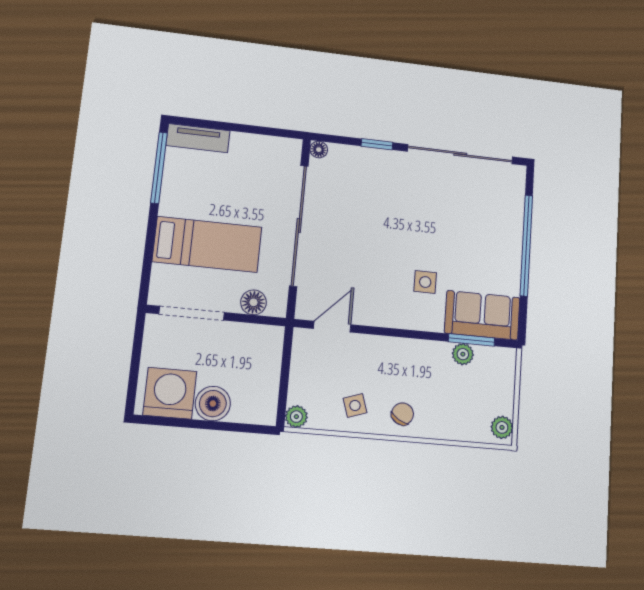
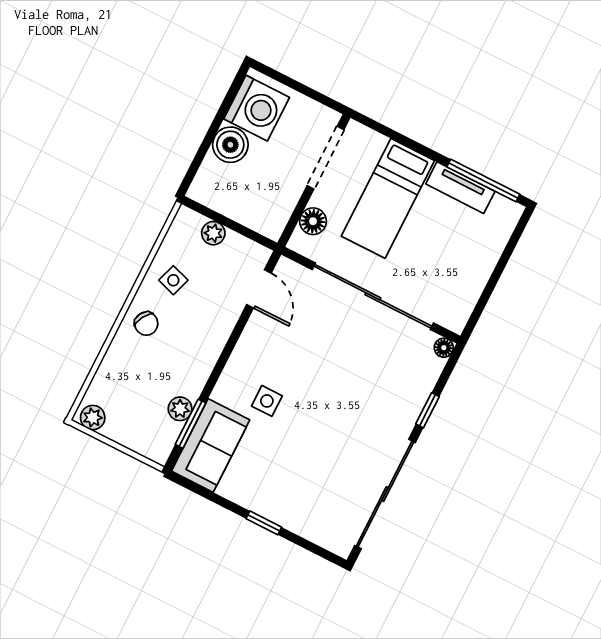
tv unit: (198, 138) -> (460, 188), moved, turned -90
window: (526, 245) -> (264, 523), width x0.32
side table: (355, 405) -> (173, 280), turned 36
plant: (296, 417) -> (213, 233), moved

